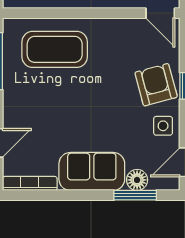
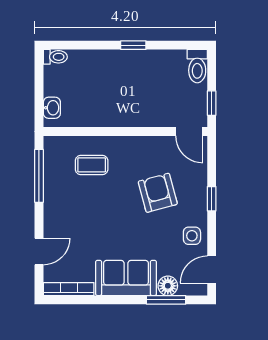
coffee table: (55, 49) -> (92, 165), width x0.54, depth x0.58
armchair: (156, 85) -> (158, 193), moved

